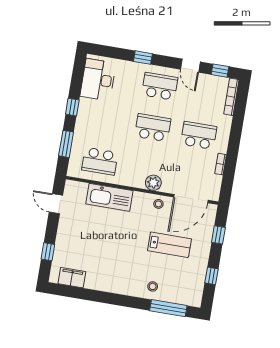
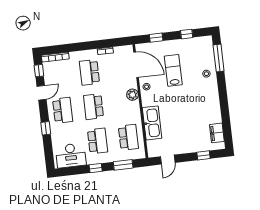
school desk: (160, 86) -> (63, 110), turned 180
school desk: (107, 120) -> (98, 141), added

